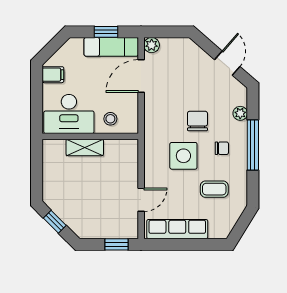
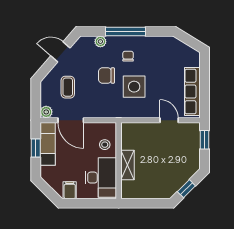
coffee table: (214, 189) -> (68, 87), moved

